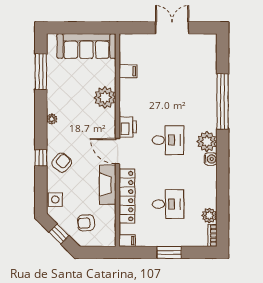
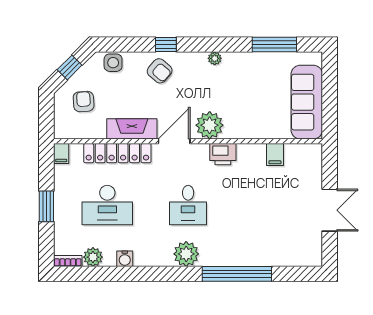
plant: (105, 97) -> (210, 125), moved
printer: (128, 127) -> (223, 154), moved
water cooler: (211, 159) -> (125, 259), moved
desk: (168, 204) -> (107, 205), width x1.37

